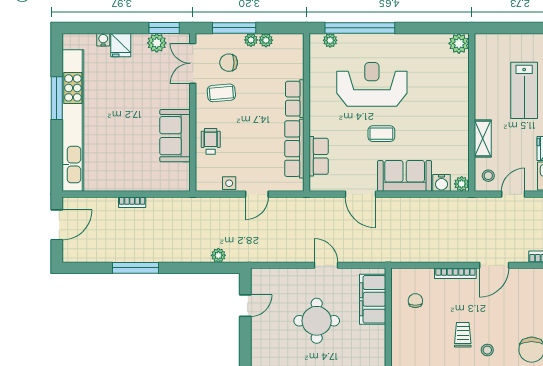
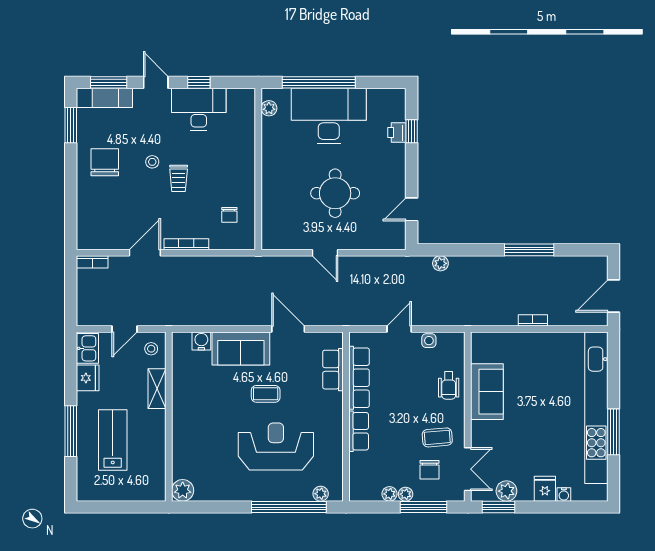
chair: (229, 63) -> (429, 470), turned 90
reception desk: (372, 84) -> (276, 447), turned 180
plant: (462, 184) -> (180, 340), removed
filing cabinet: (373, 299) -> (275, 216), removed

